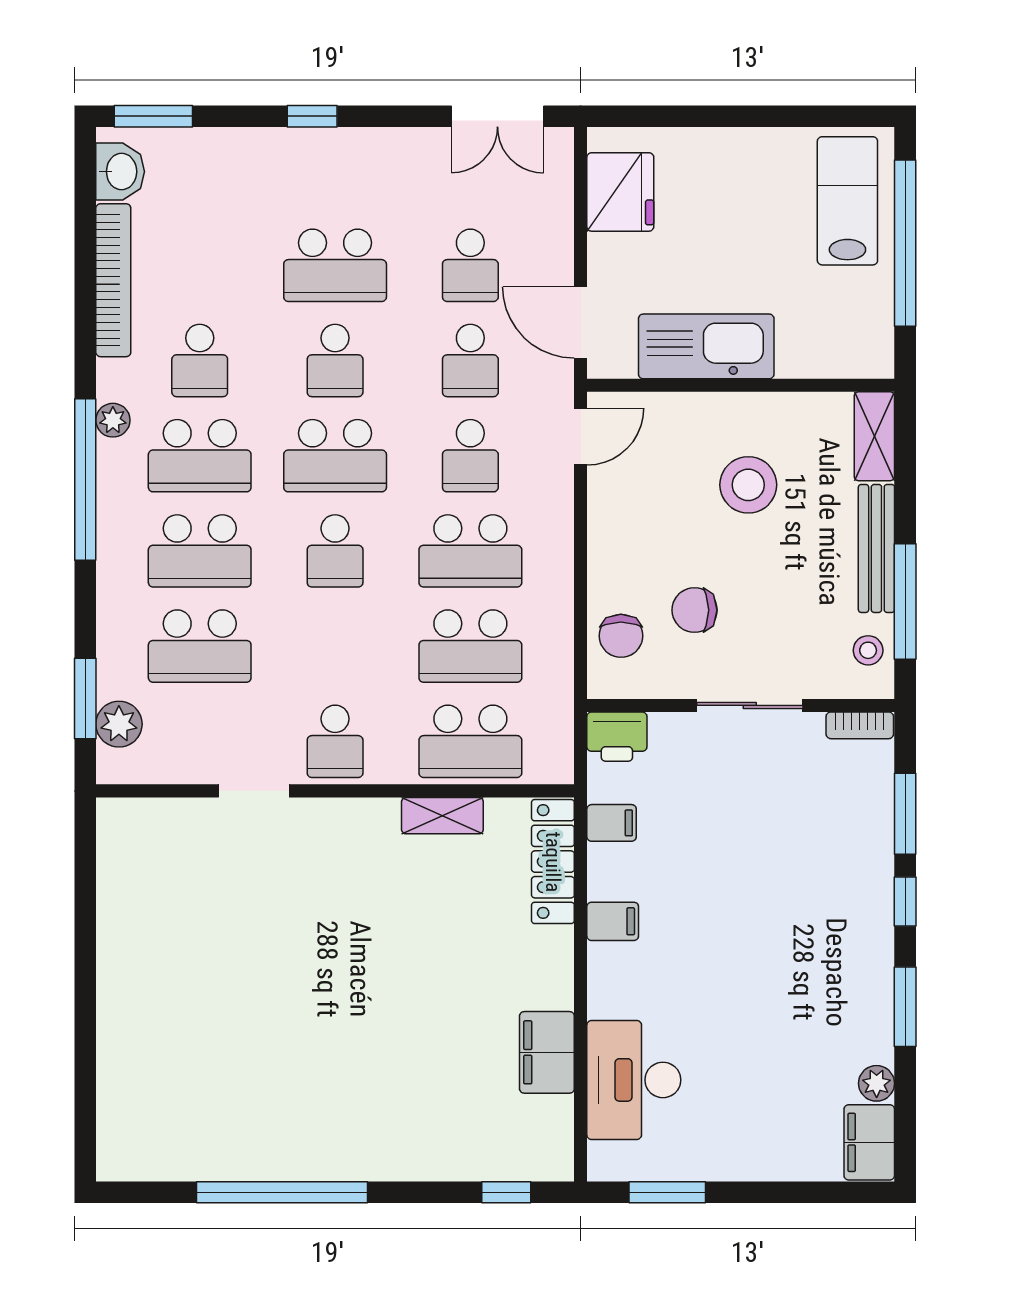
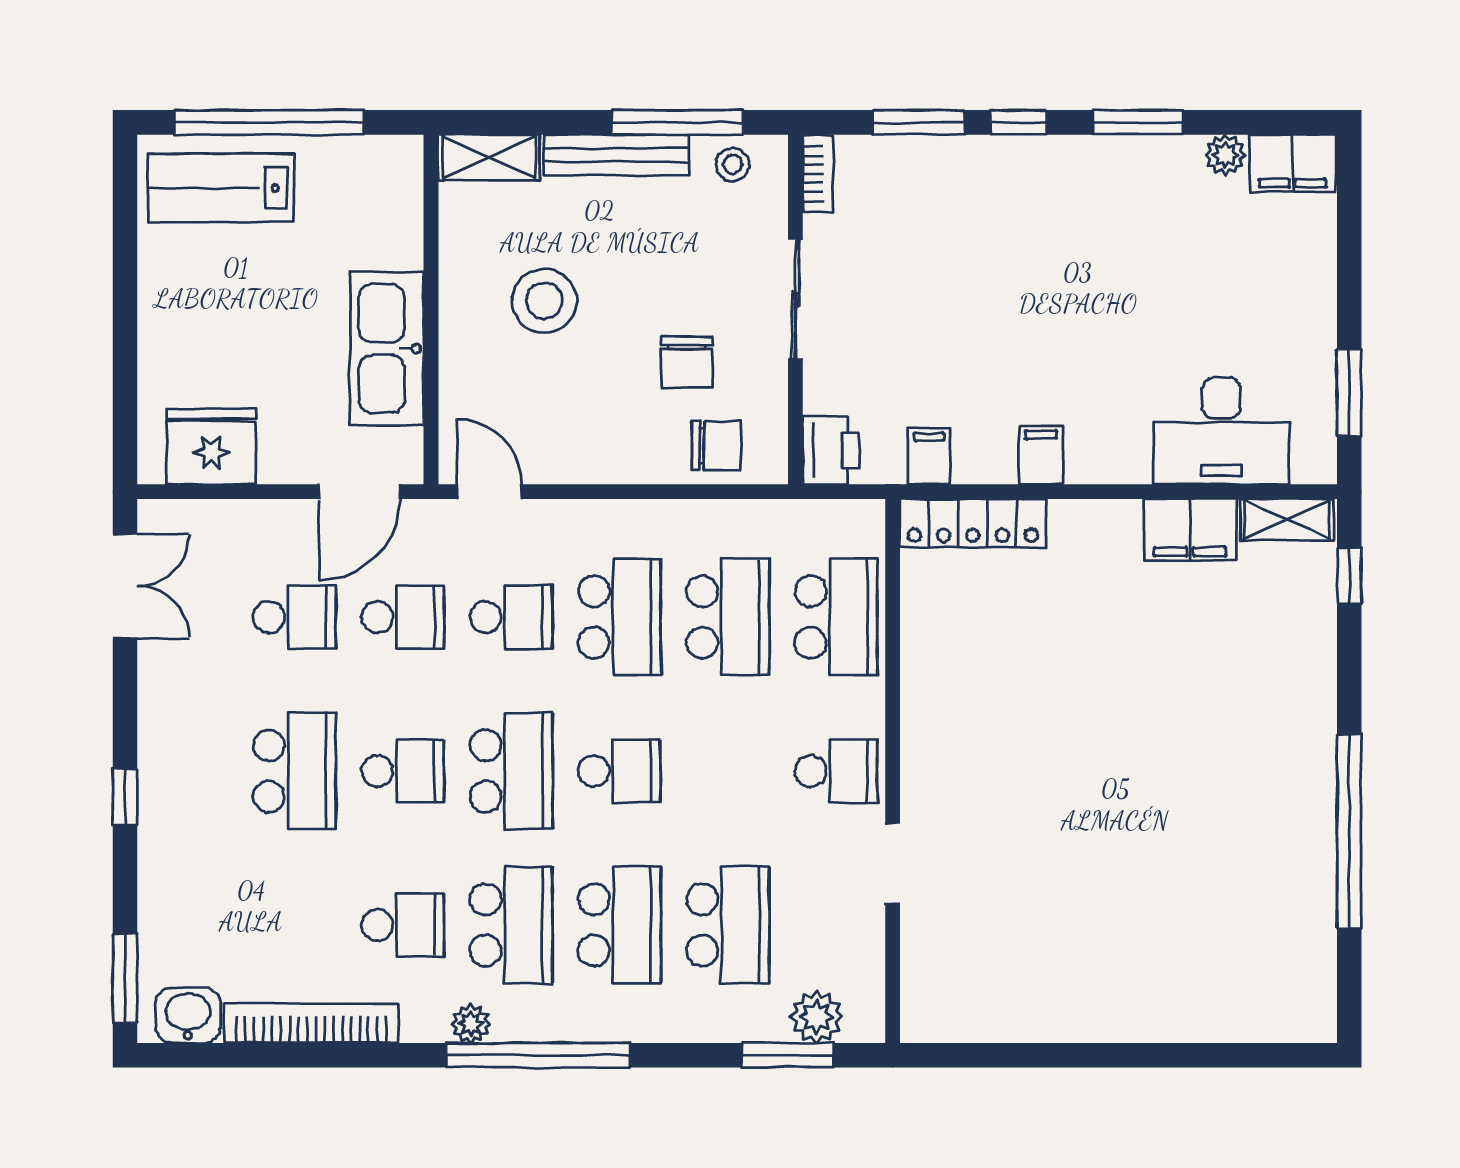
shelving: (442, 816) -> (1287, 520), moved, turned 90

